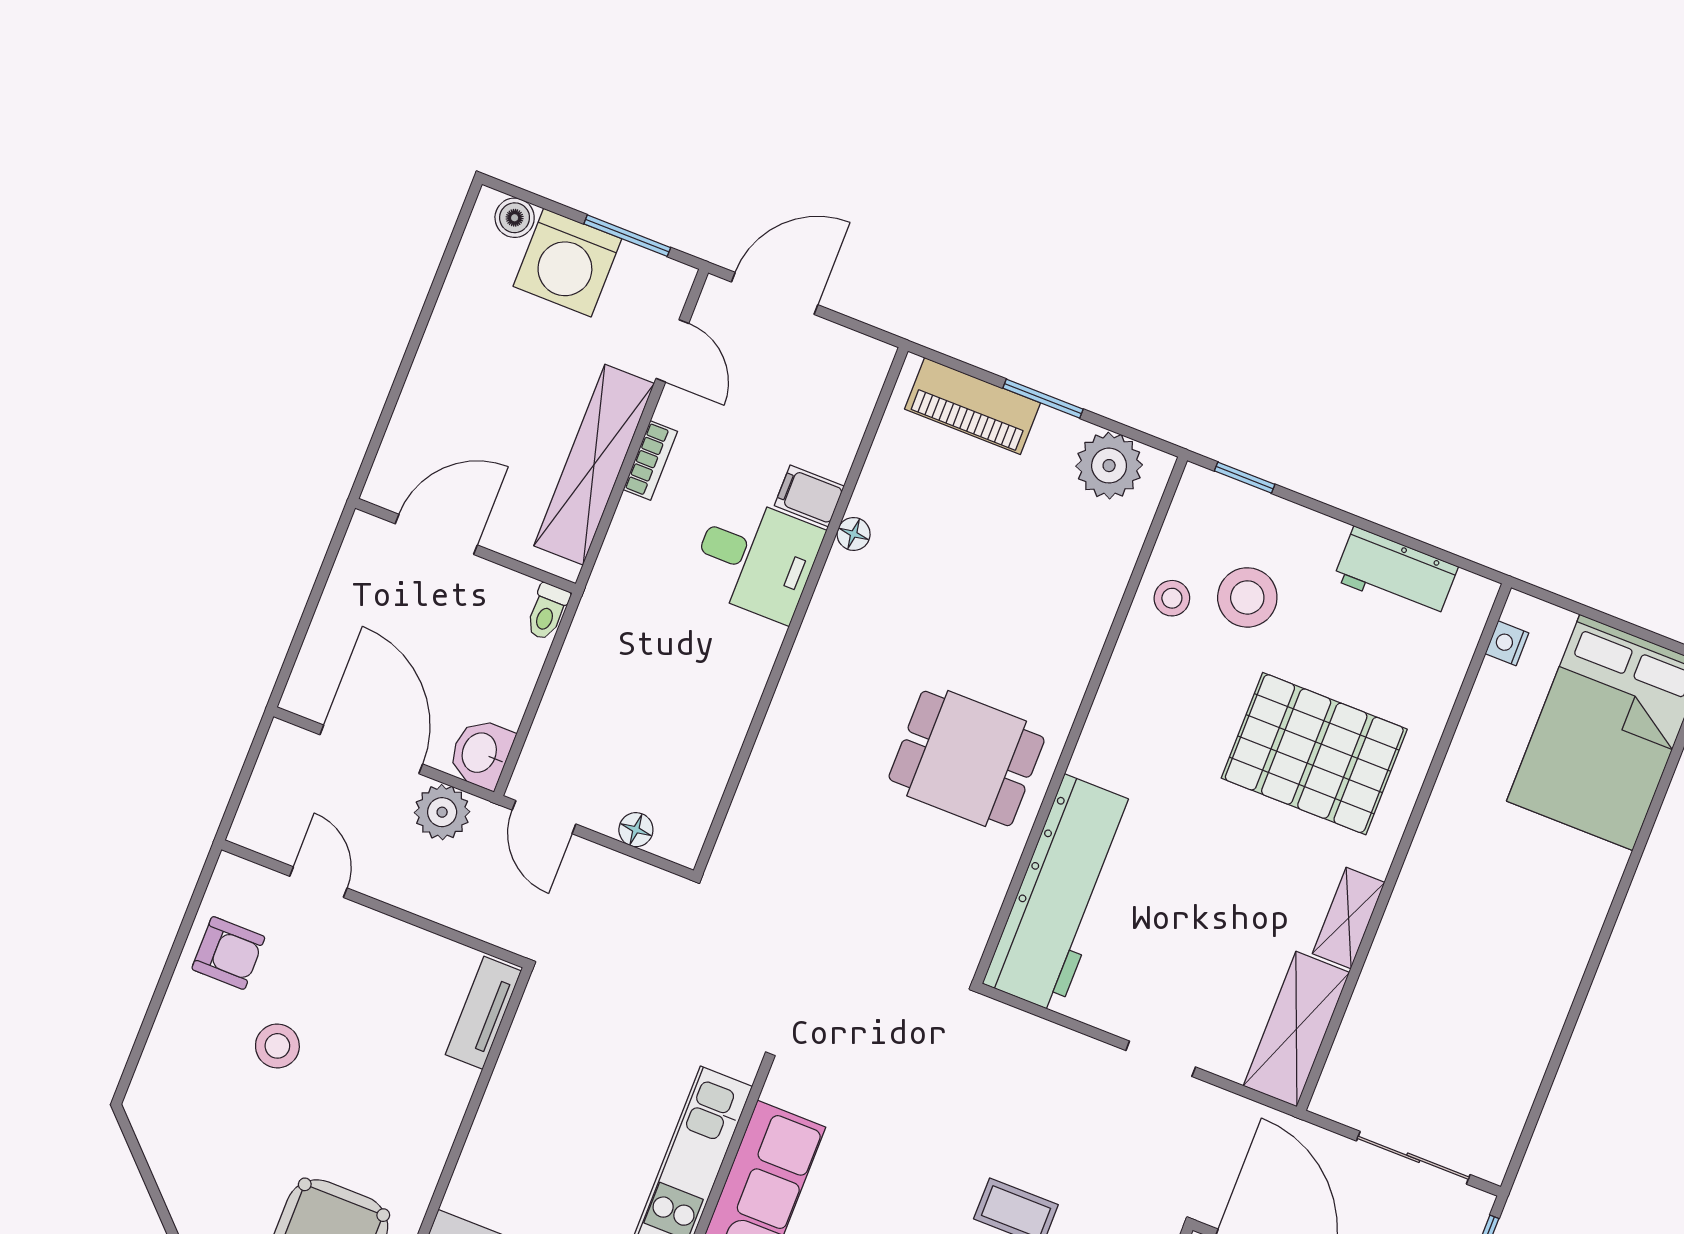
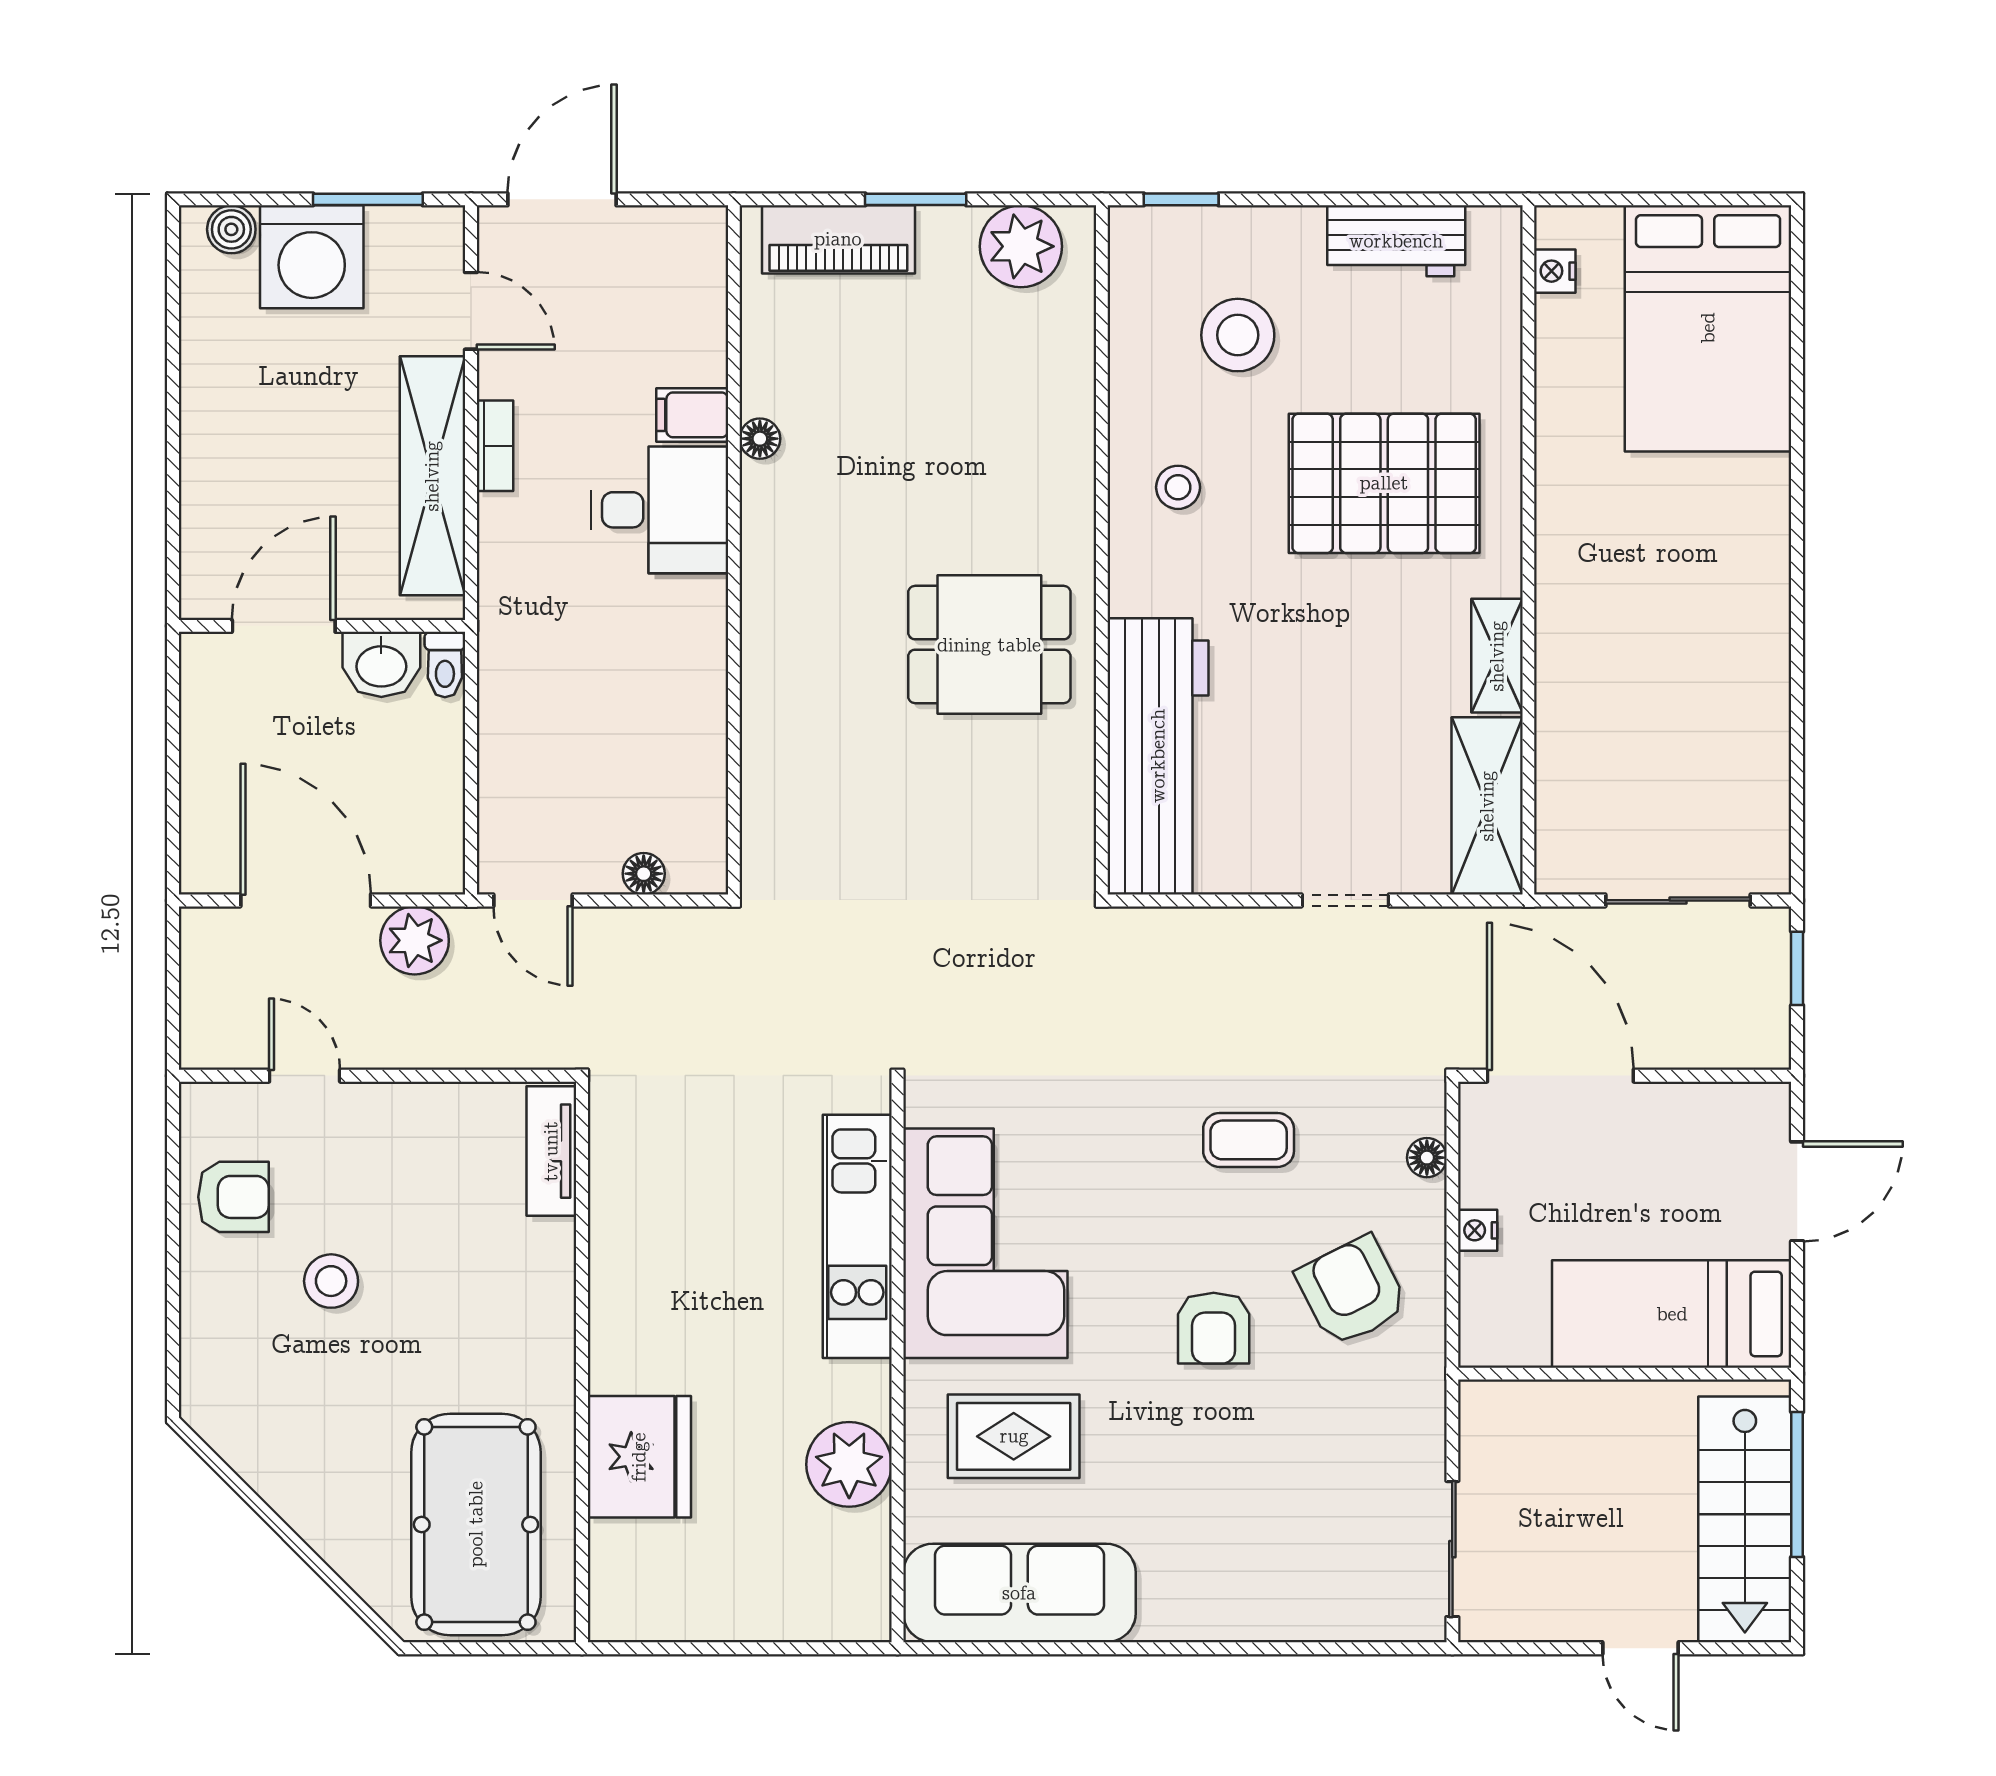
stool: (1172, 598) -> (1178, 487), moved
washbasin: (481, 753) -> (381, 664), moved, turned -90

